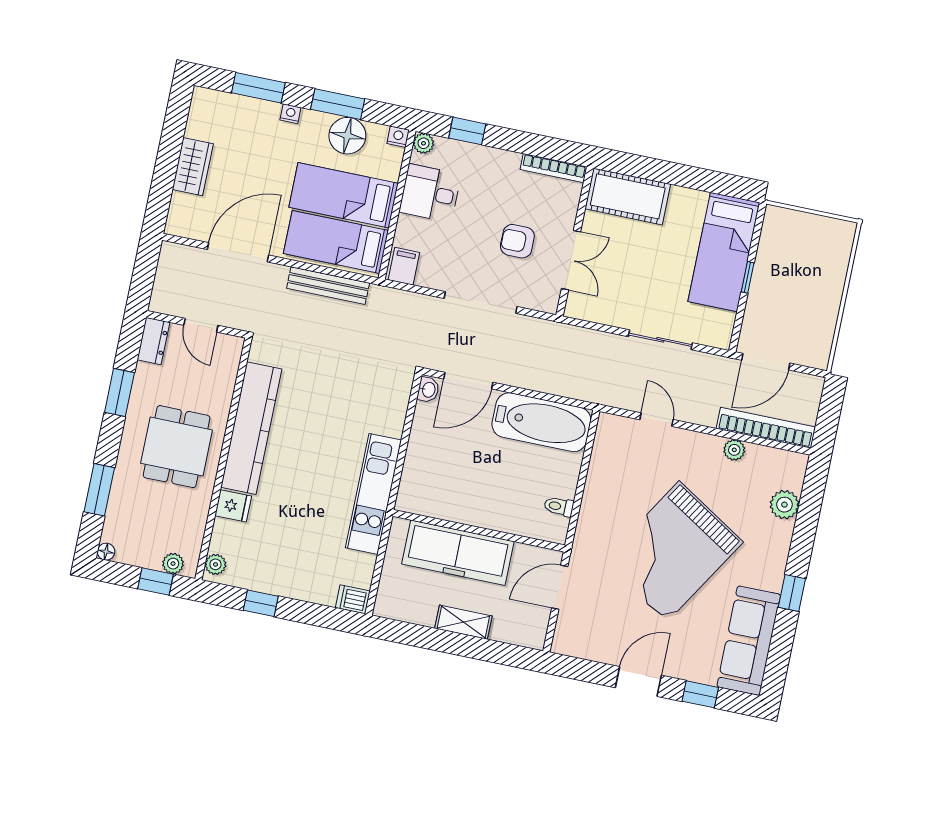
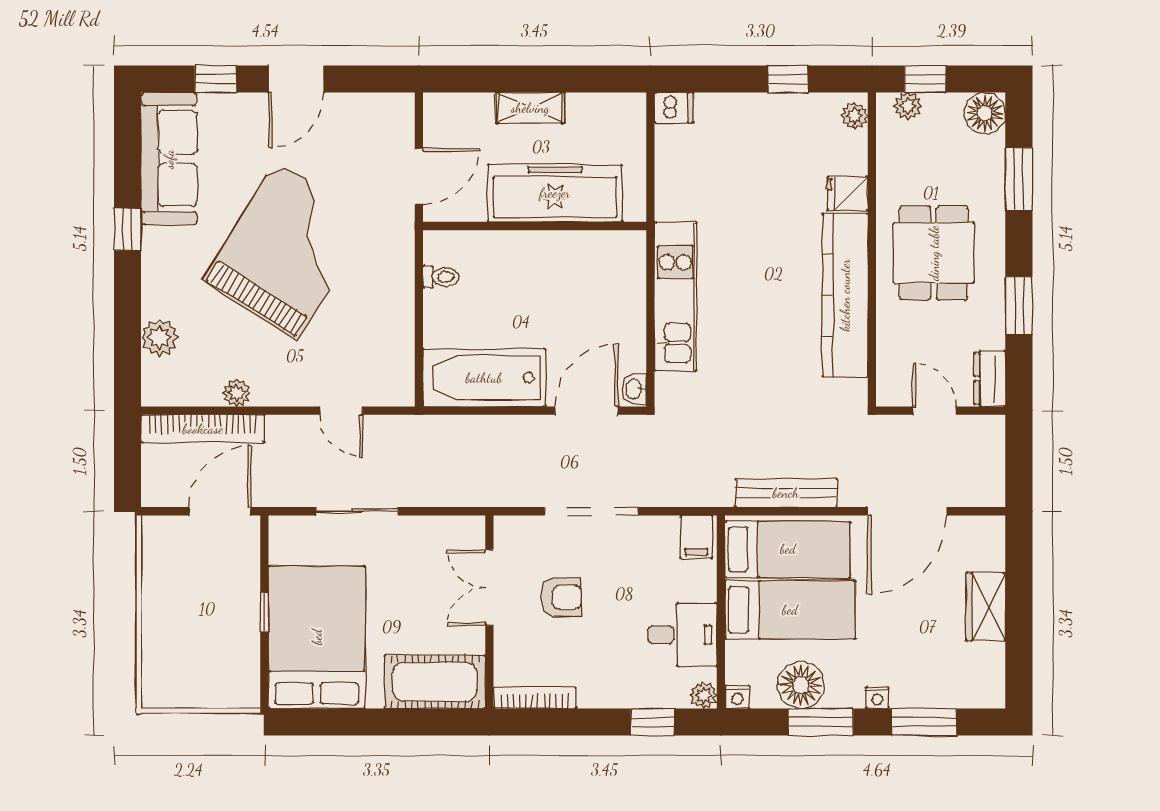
bed: (724, 252) -> (317, 637), width x1.50
kitchen unit: (373, 494) -> (675, 297), moved
floor lamp: (106, 552) -> (985, 113), width x1.89, depth x1.89

